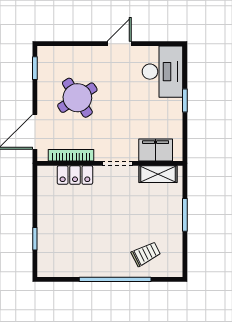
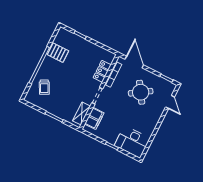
door: (119, 44) -> (170, 102), moved
pallet: (81, 260) -> (58, 53), added

